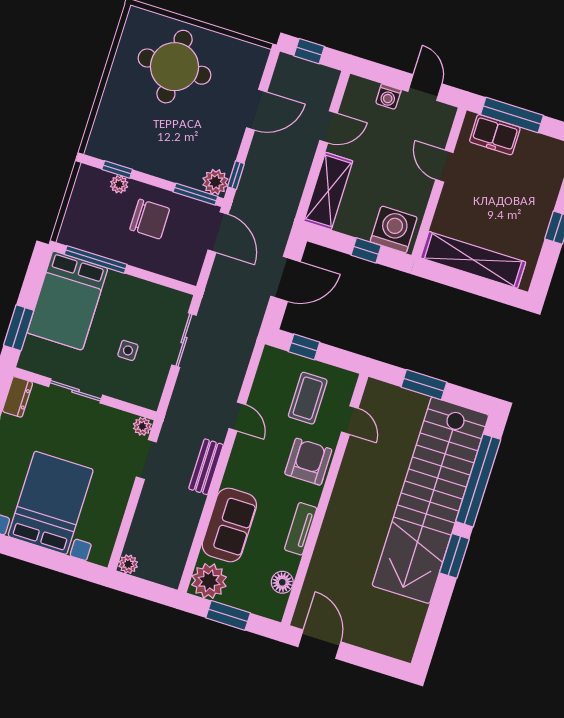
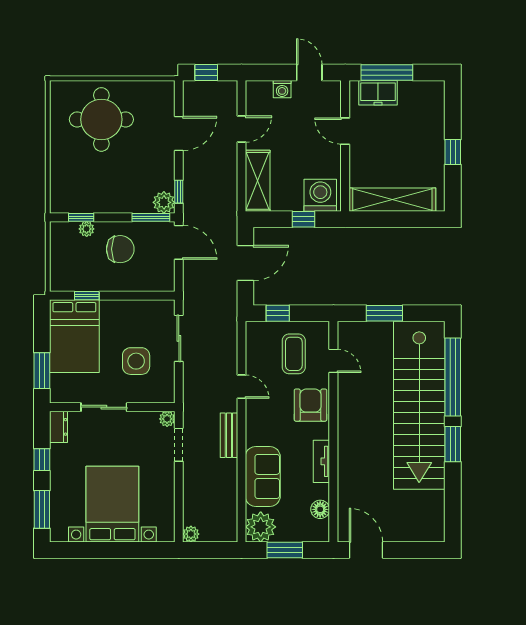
window: (96, 259) -> (87, 296), width x0.46
side table: (128, 350) -> (136, 361), width x1.87, depth x1.87

